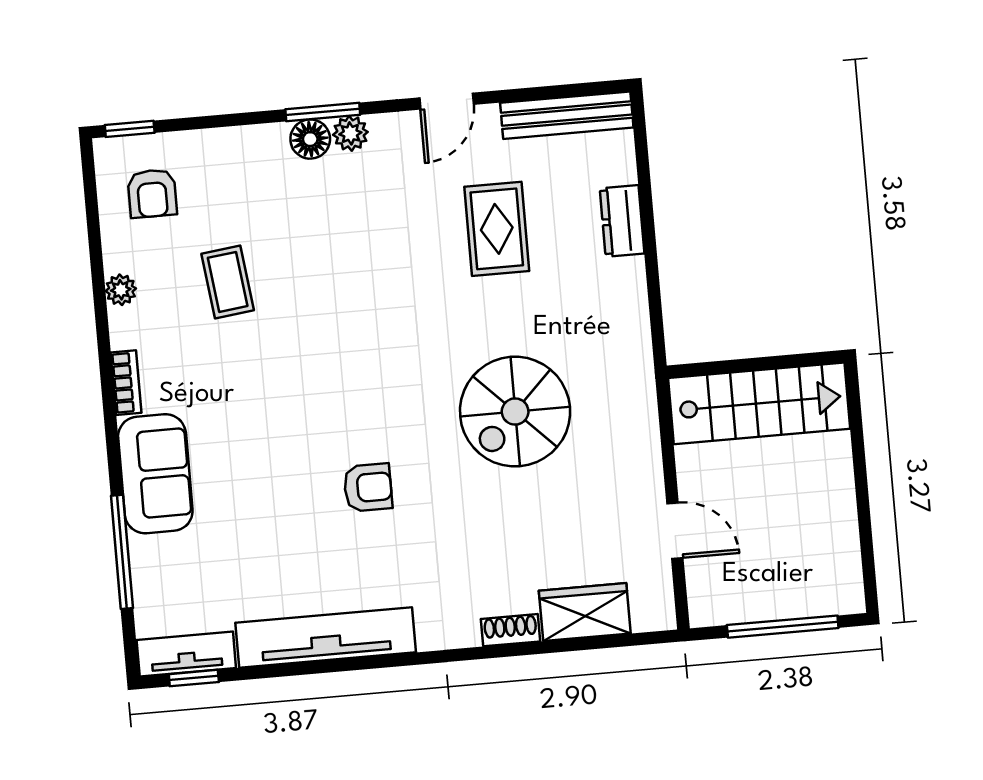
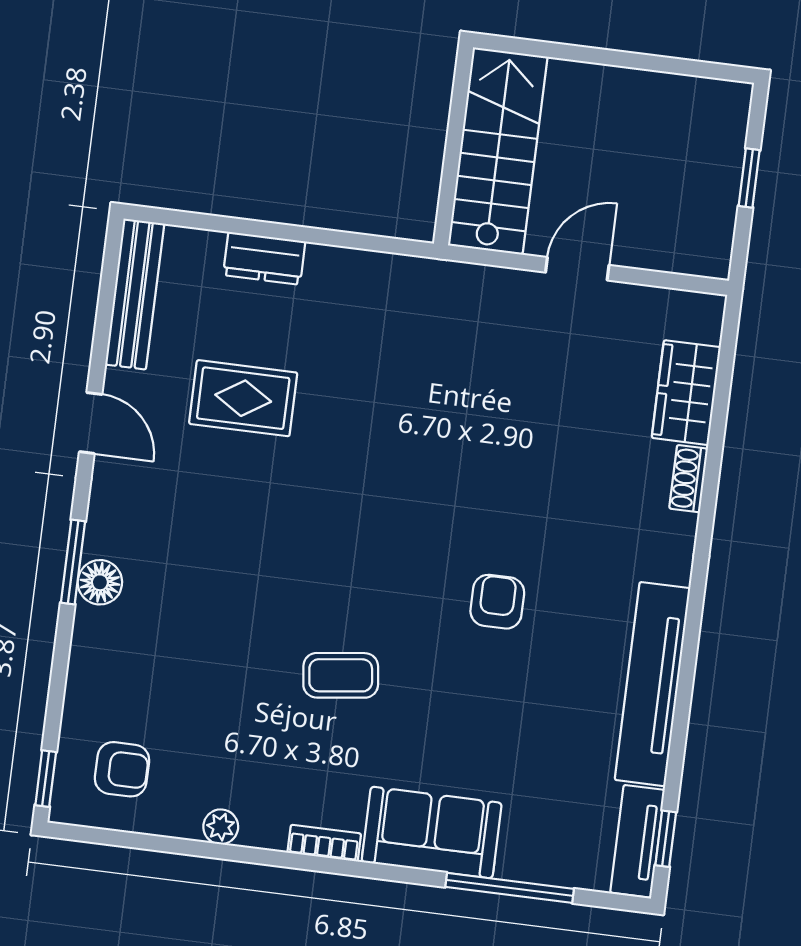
plant: (350, 133) -> (103, 537), removed
coffee table: (228, 282) -> (341, 675), moved
spiral stairs: (515, 412) -> (449, 422), removed
door: (675, 531) -> (577, 269), moved
window: (783, 627) -> (749, 178), width x0.46

